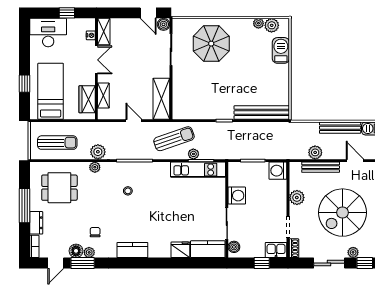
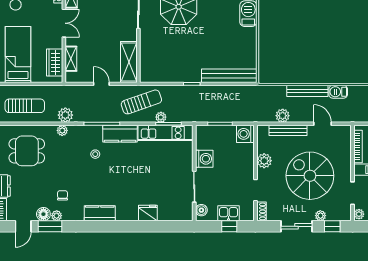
spiral stairs: (343, 213) -> (310, 176), turned 90
kitchen counter: (208, 249) -> (120, 134), moved, turned 180
kitchen sink: (276, 250) -> (228, 213), moved

